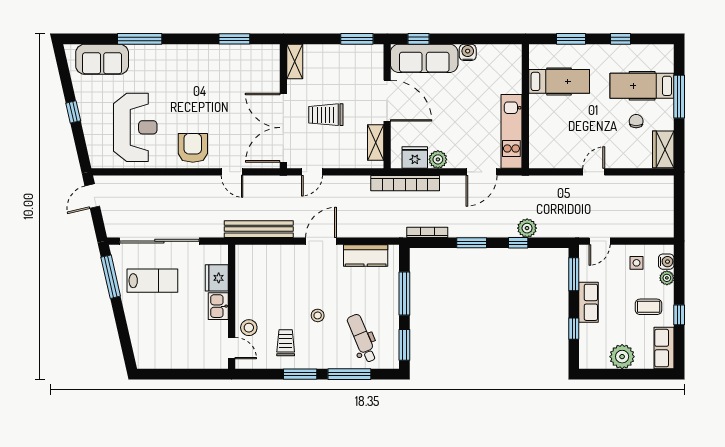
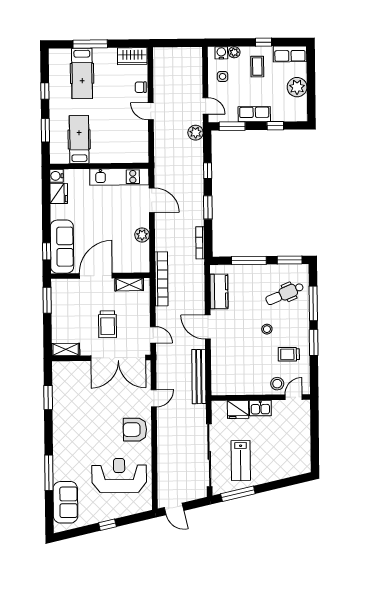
water cooler: (468, 52) -> (57, 176), moved
chair: (636, 121) -> (141, 87), moved
fridge: (415, 158) -> (59, 194), moved, turned 180
bookcase: (405, 183) -> (161, 279), moved
plant: (527, 228) -> (196, 133), moved
lab bench: (152, 281) -> (241, 461), turned 180

